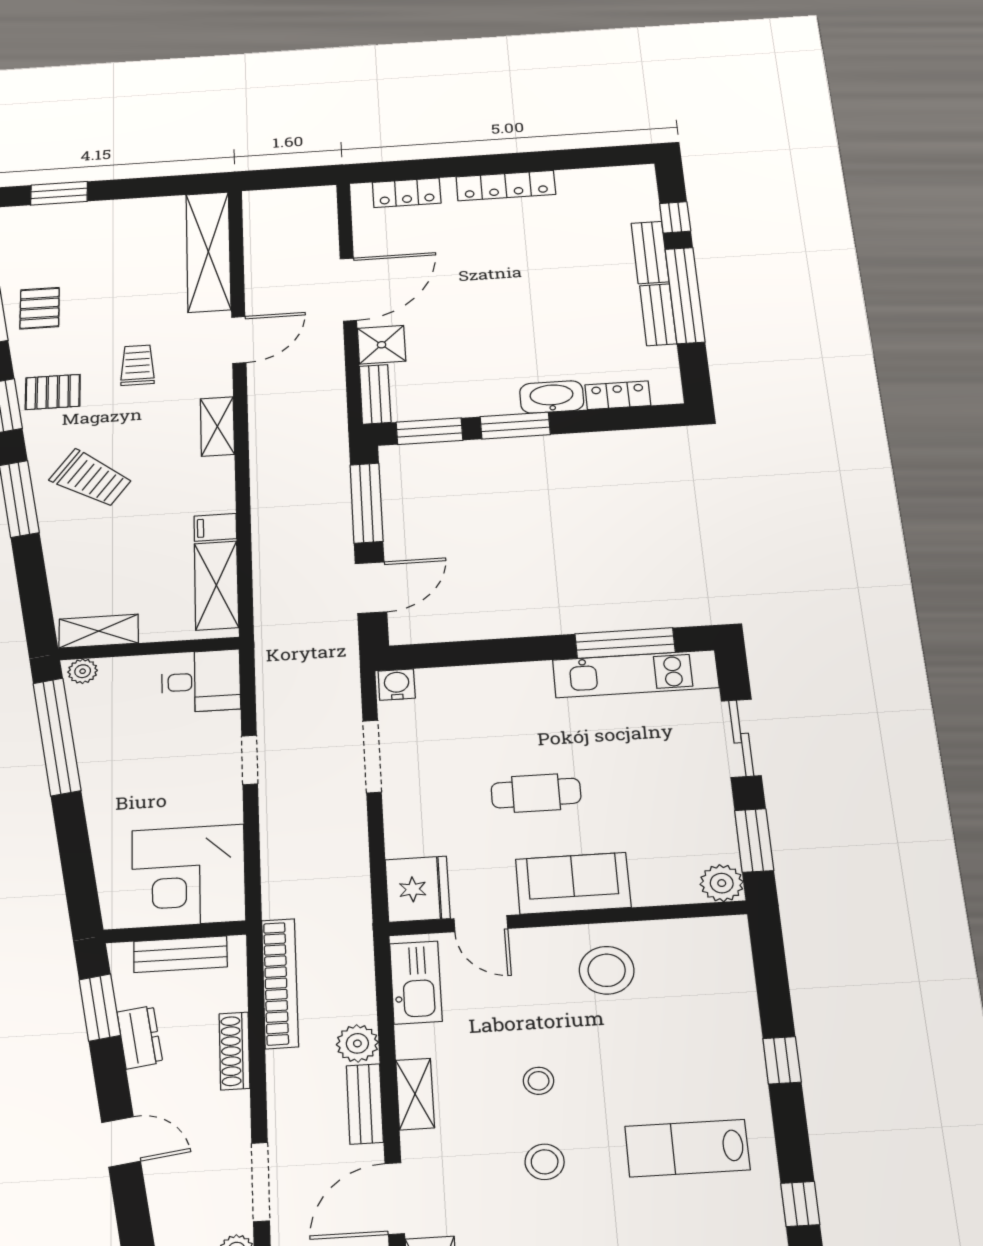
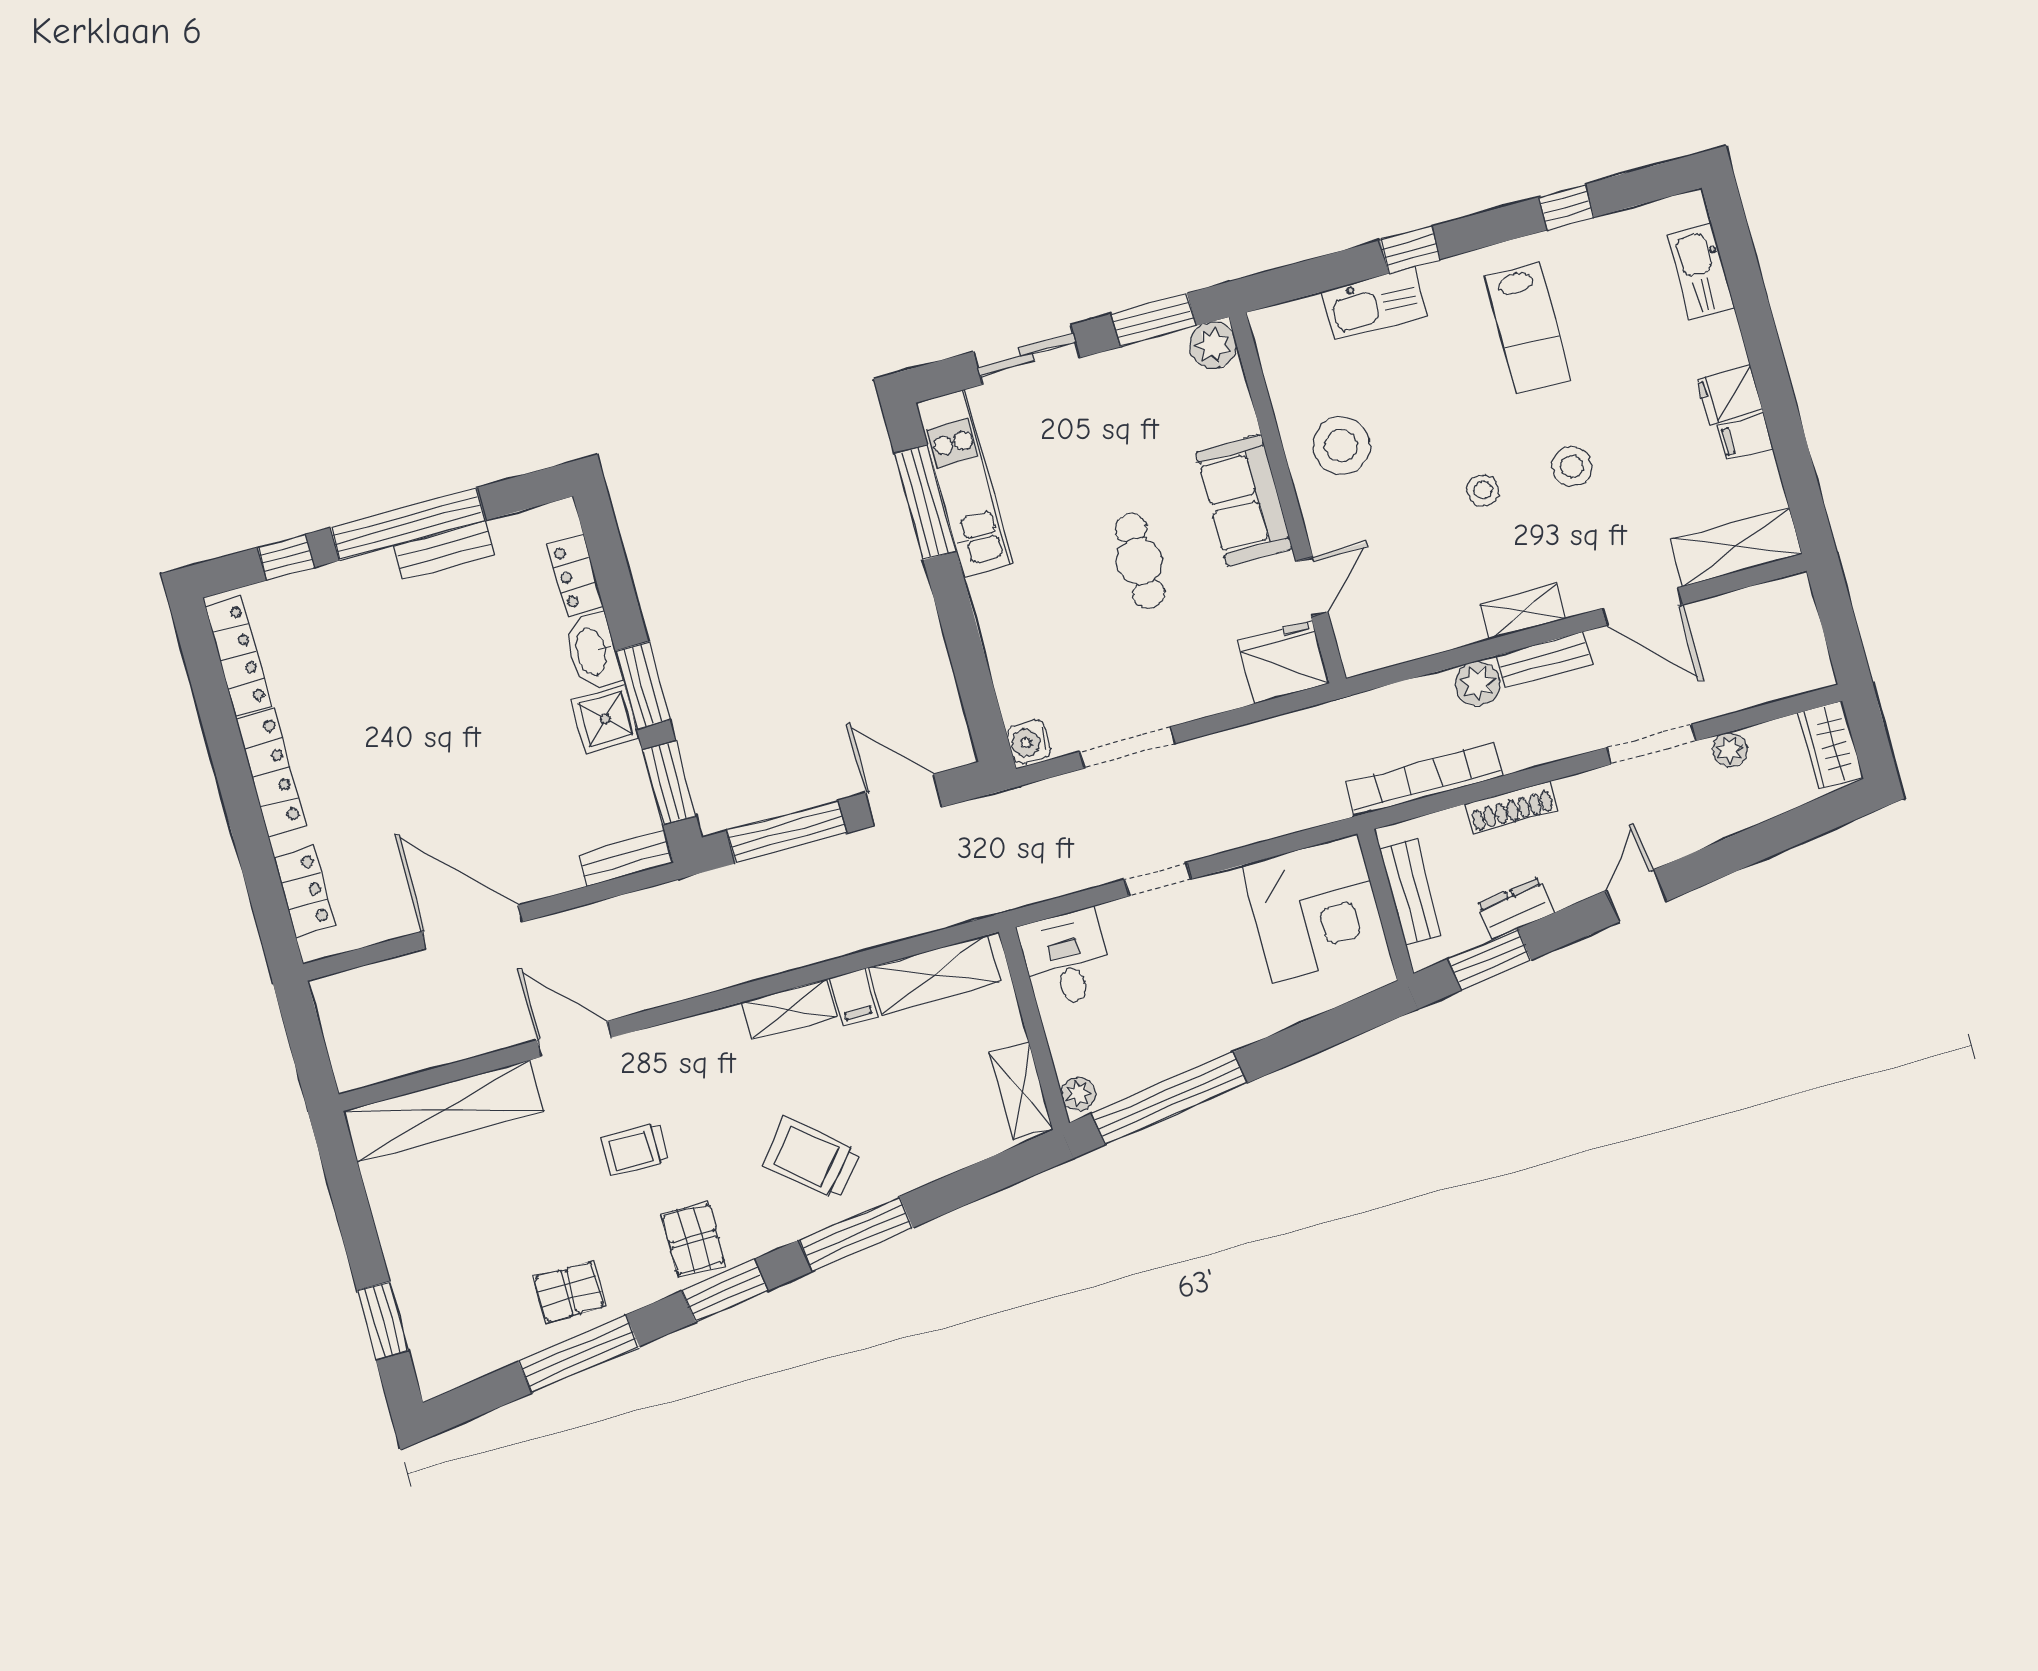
locker: (603, 178) -> (238, 656), added
bench: (650, 252) -> (348, 577), removed
shower: (382, 345) -> (605, 719), moved
shelving: (217, 426) -> (790, 1009), moved
trolley: (91, 479) -> (812, 1158), turned -85
kitchen sink: (416, 982) -> (1374, 304), moved, turned 180

